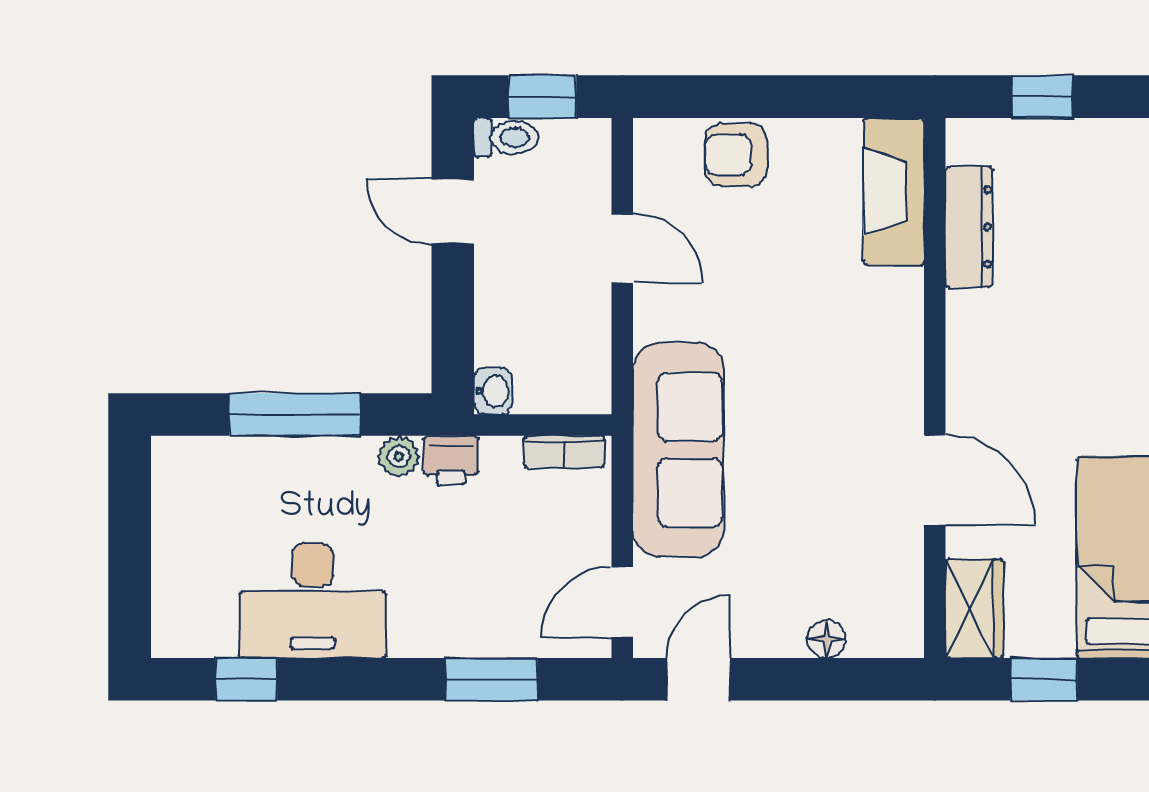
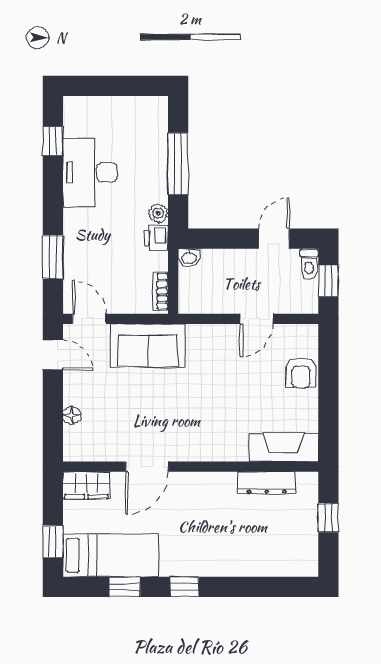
armchair: (736, 155) -> (301, 373), turned 180
sofa: (678, 450) -> (148, 345), width x0.73
window: (1044, 679) -> (53, 541), moved

